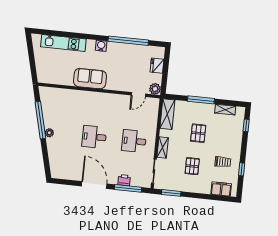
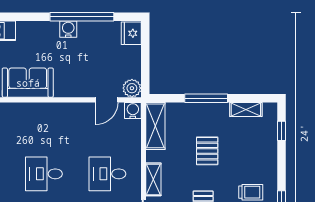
water cooler: (101, 46) -> (68, 29), moved
fridge: (157, 66) -> (131, 33), moved
water cooler: (154, 103) -> (133, 111), added

